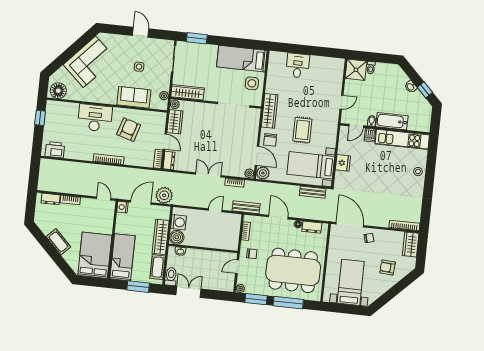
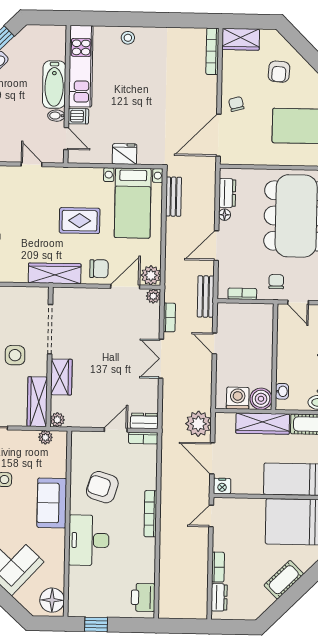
side table: (252, 83) -> (15, 355), moved
sofa: (134, 97) -> (52, 503), moved
wardrobe: (175, 122) -> (61, 377), moved, turned 90

